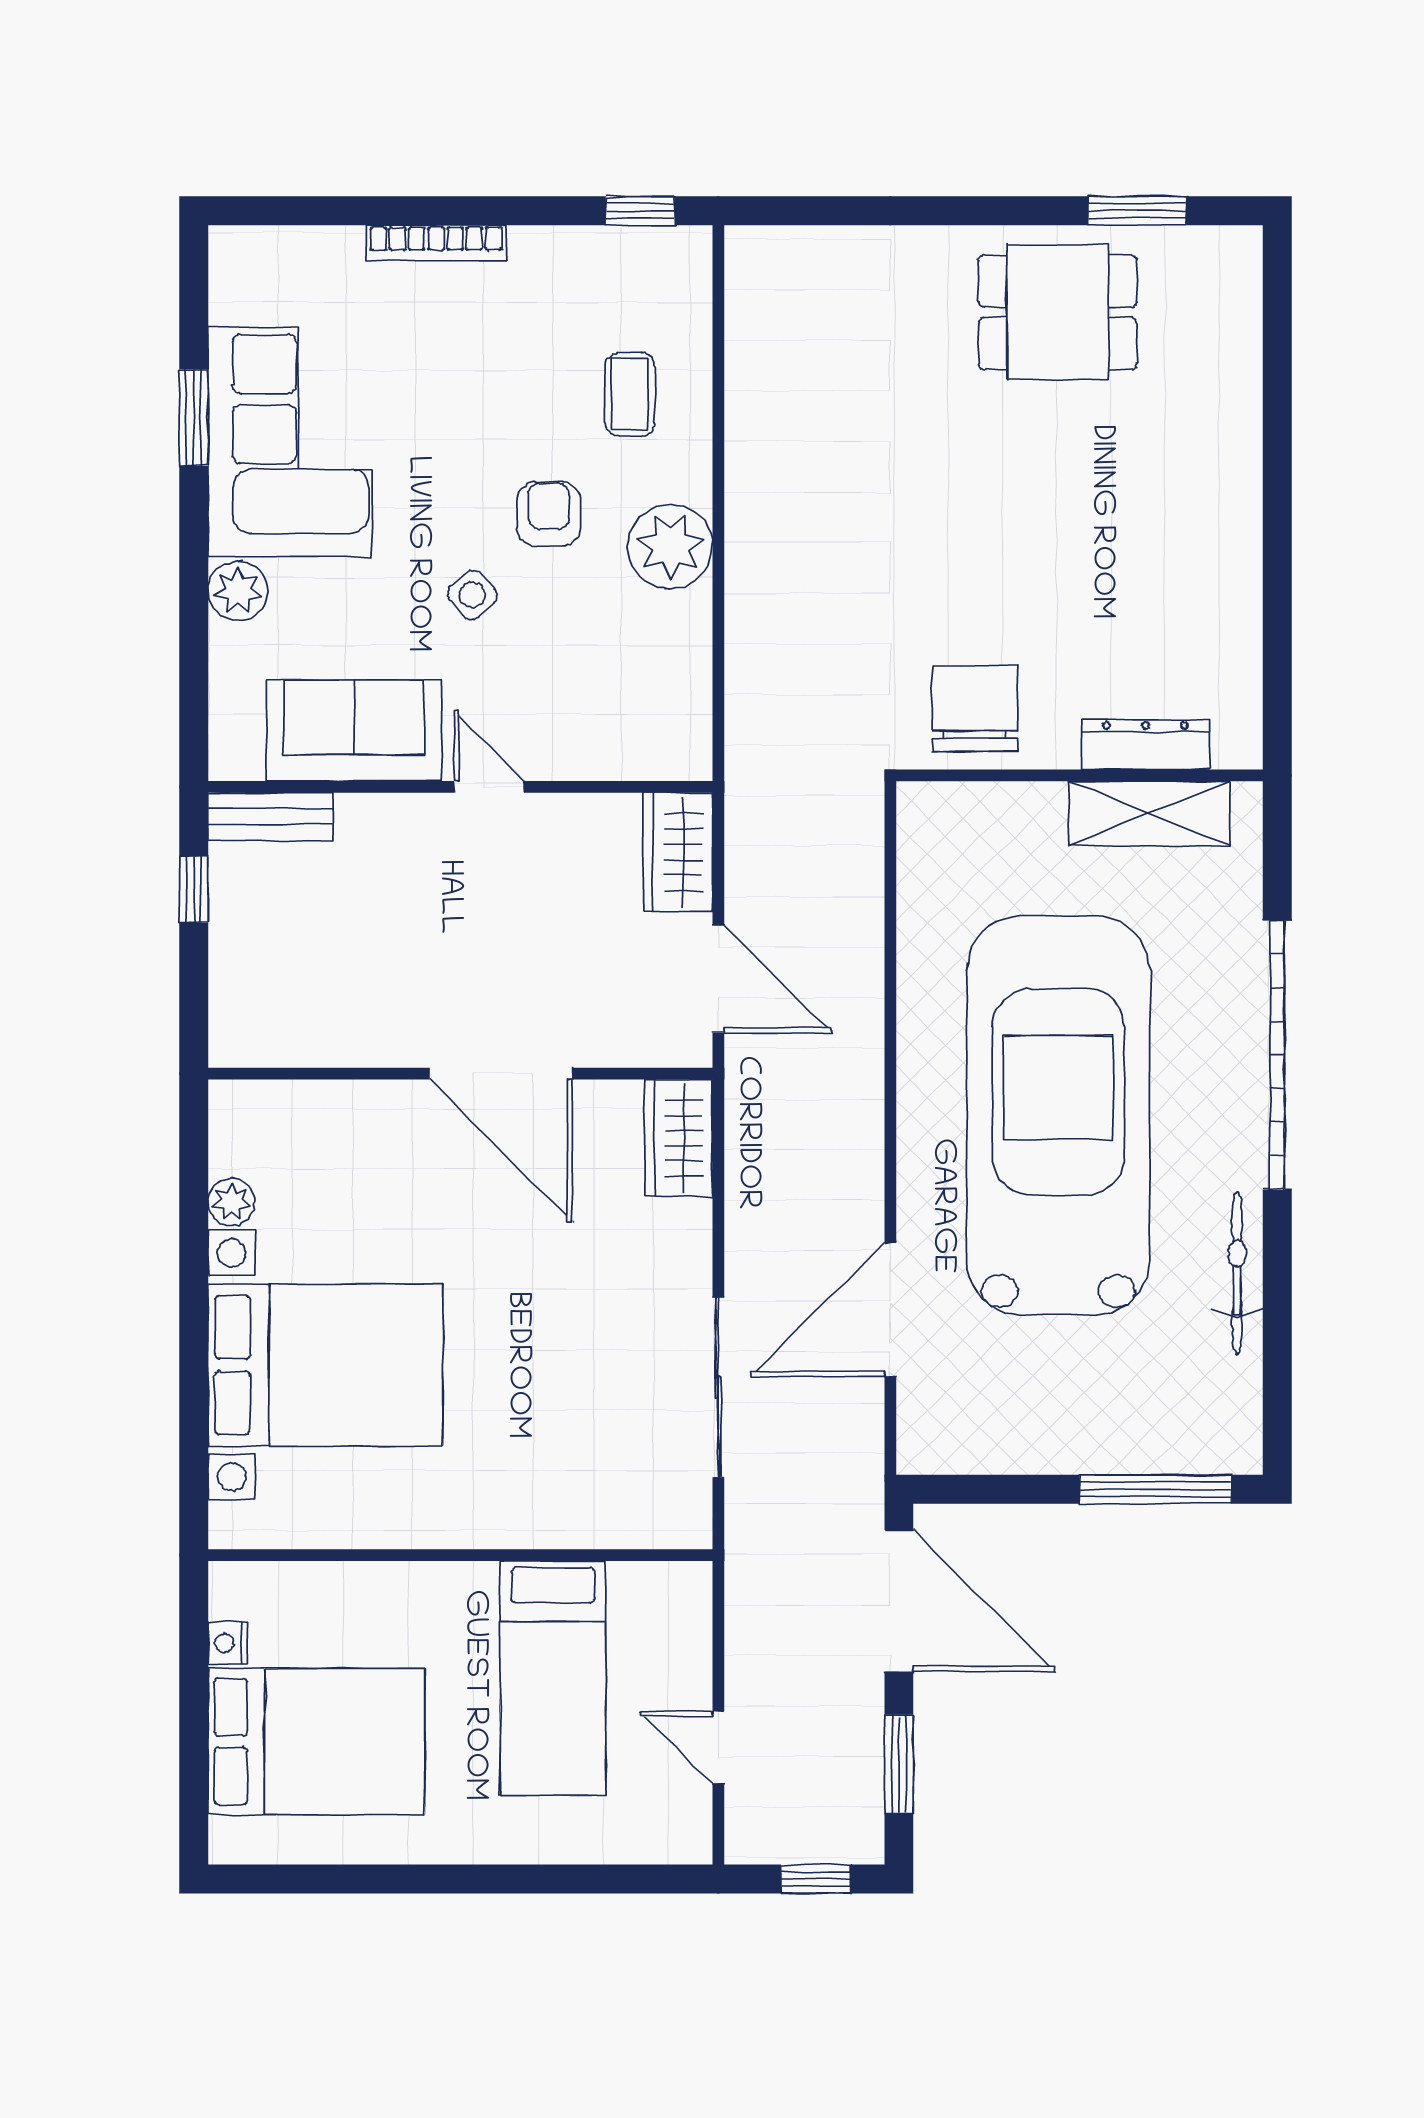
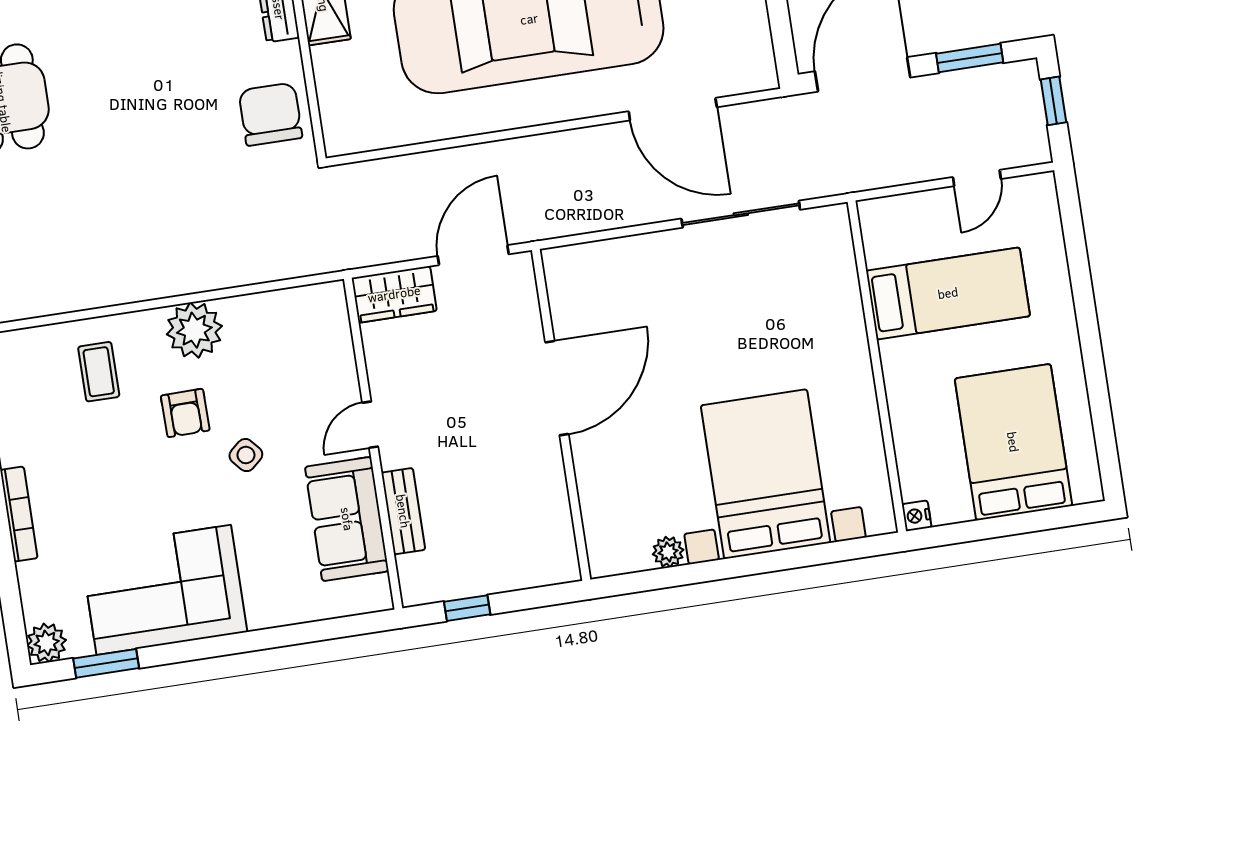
coffee table: (630, 394) -> (99, 372), turned 90
window: (194, 418) -> (106, 663), moved
armchair: (549, 514) -> (185, 413), turned -91
plant: (238, 591) -> (47, 643), moved
chair: (974, 709) -> (270, 114), turned 90
bench: (271, 817) -> (403, 511), moved
wardrobe: (678, 1138) -> (581, 265), removed
nightstand: (228, 1643) -> (917, 516), moved, turned 90

